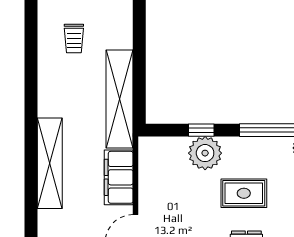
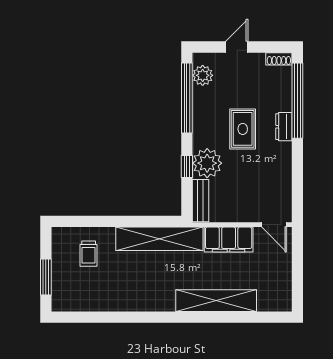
trolley: (74, 39) -> (89, 254), moved, turned 90
bench: (163, 145) -> (200, 201), added

